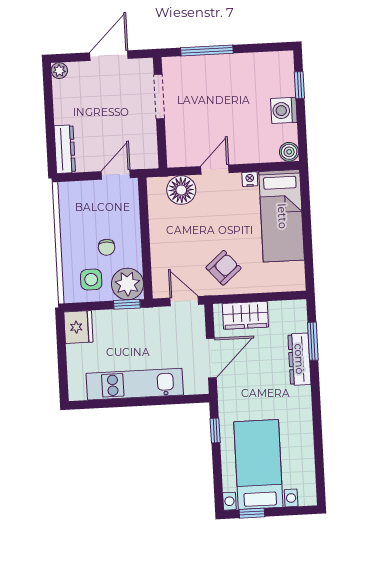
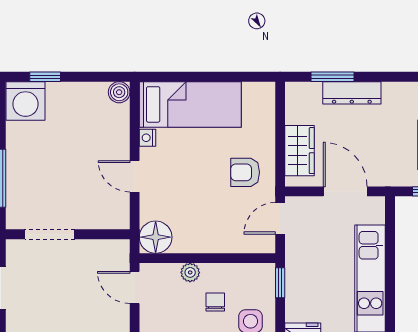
washing machine: (284, 110) -> (25, 101), moved, width x1.37, depth x1.37
floor lamp: (181, 190) -> (156, 237), moved
chair: (107, 247) -> (215, 302), turned -90
armchair: (224, 268) -> (245, 172), turned -49
plant: (127, 284) -> (190, 272), moved, width x0.53, depth x0.53

